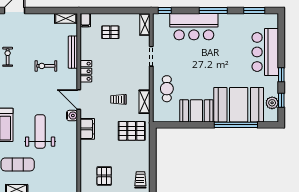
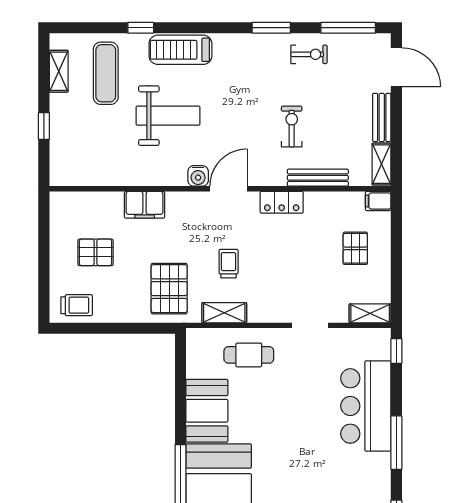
bench: (41, 18) -> (382, 117), added
filing cabinet: (87, 129) -> (145, 205), moved
pallet: (104, 176) -> (95, 252), moved

